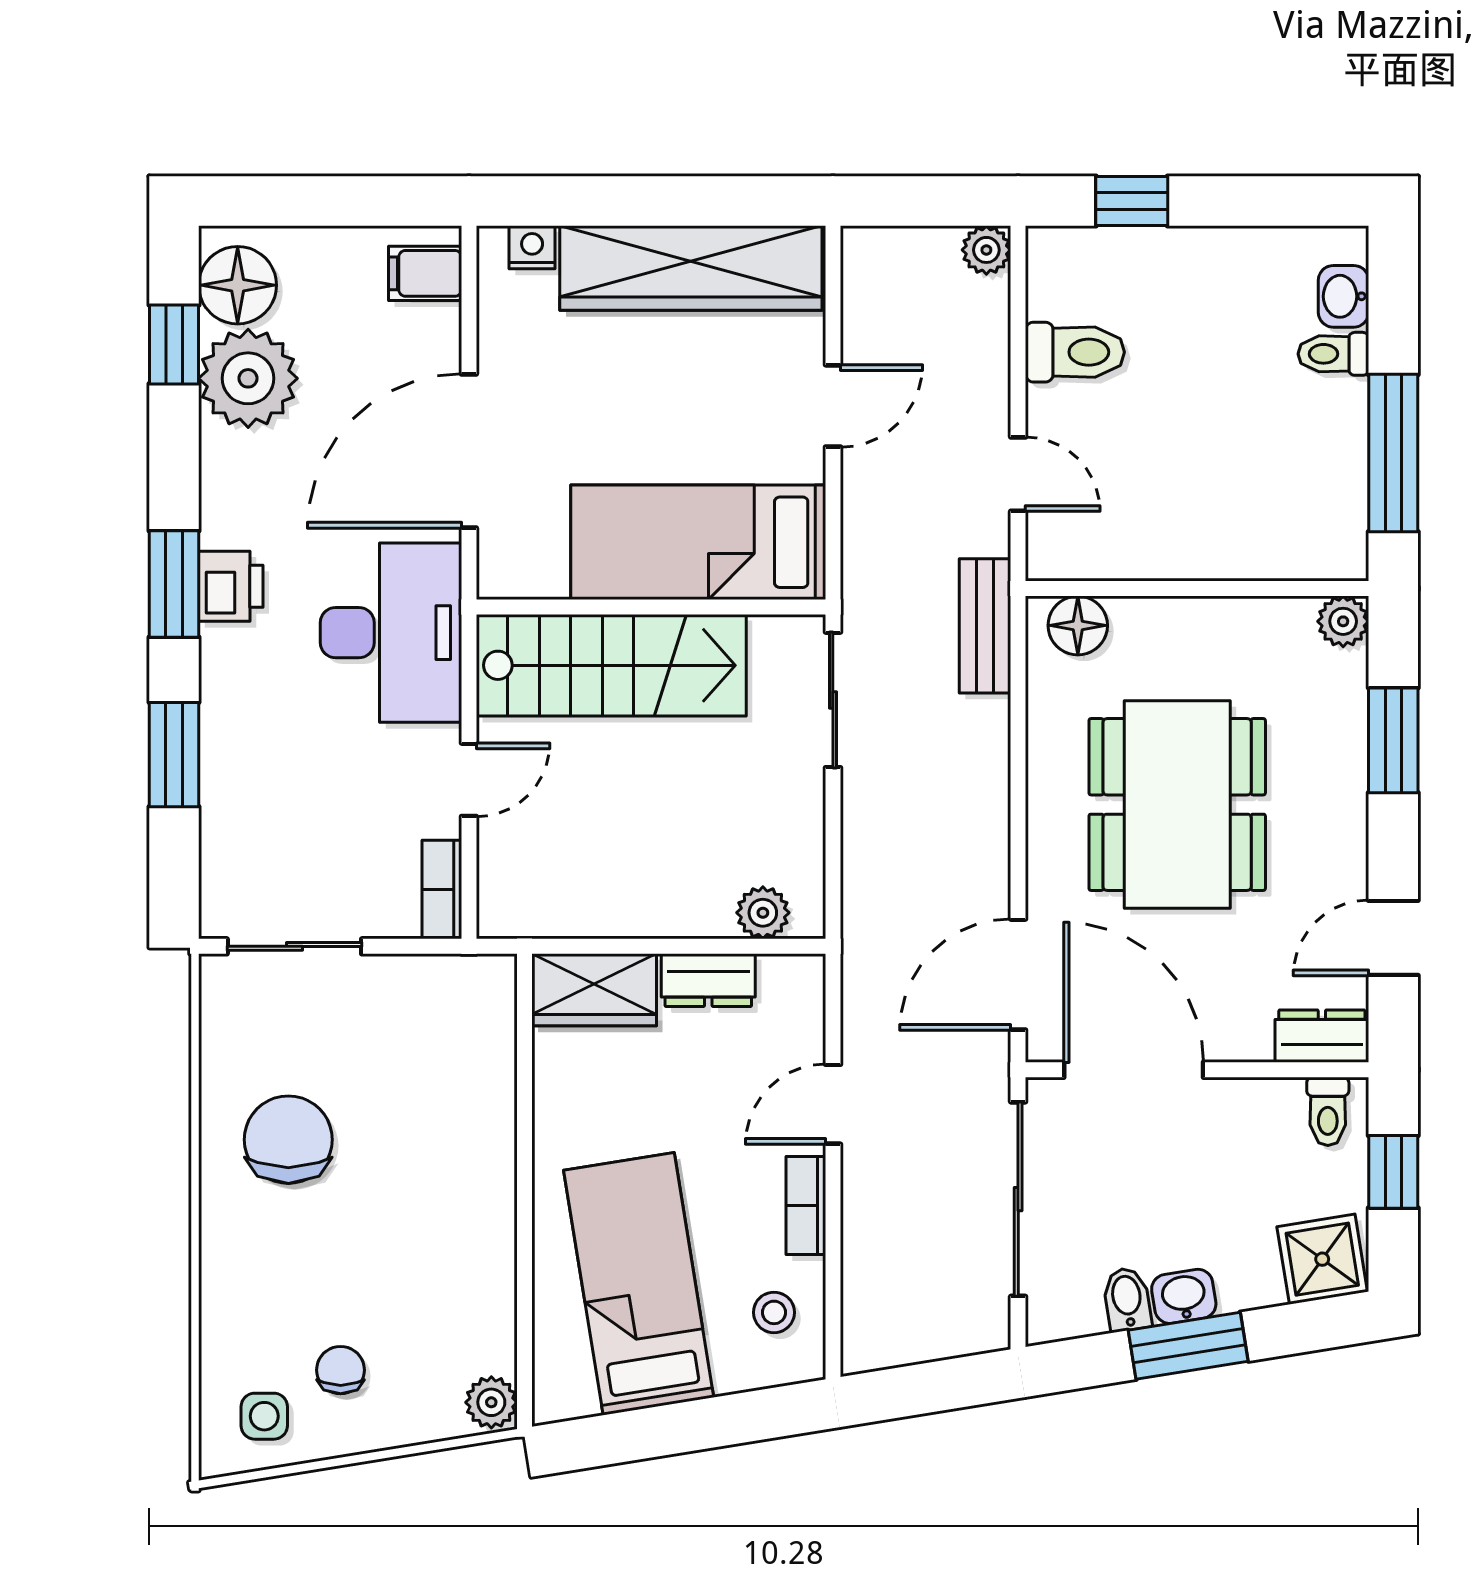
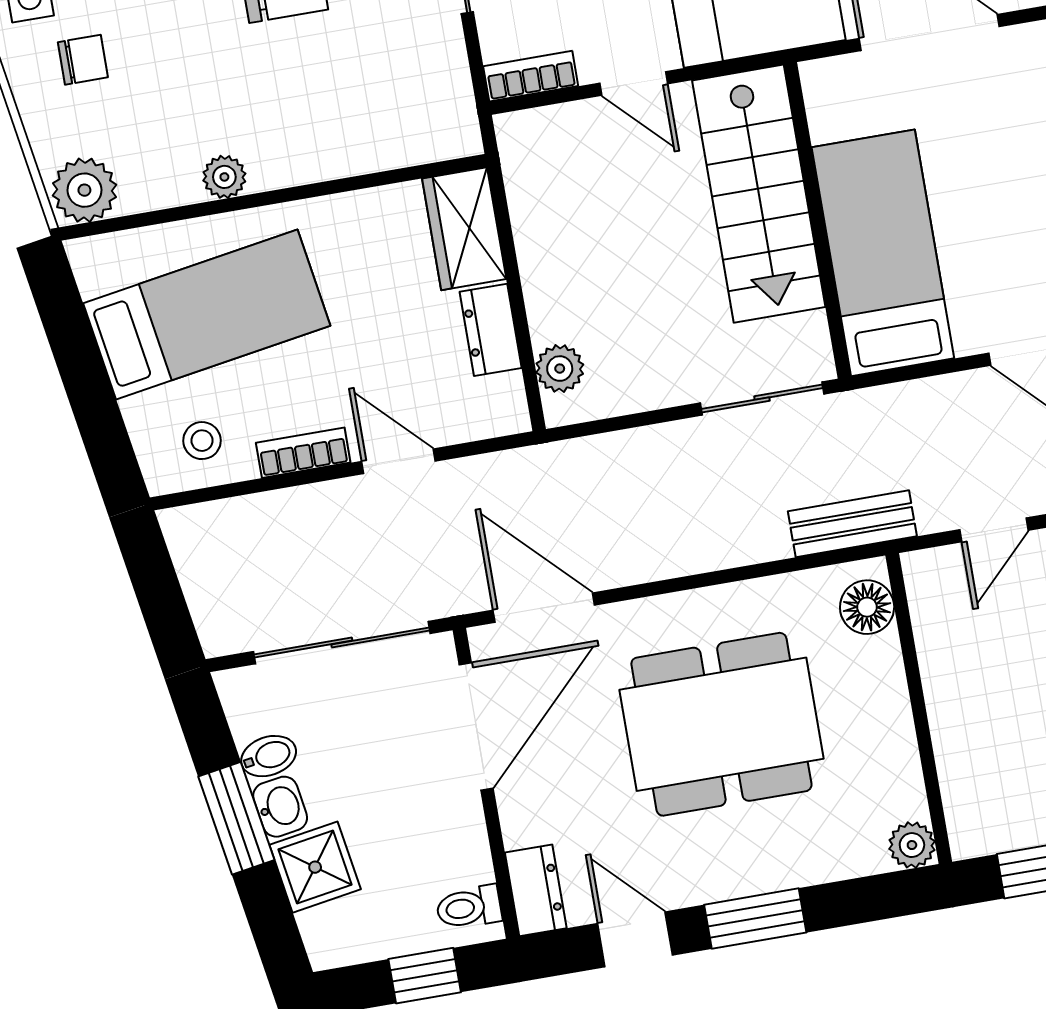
window: (1393, 740) -> (755, 919), moved
plant: (493, 1239) -> (224, 177), added
shower: (1322, 1259) -> (315, 867), moved
plant: (491, 1402) -> (84, 190), width x1.38, depth x1.38

